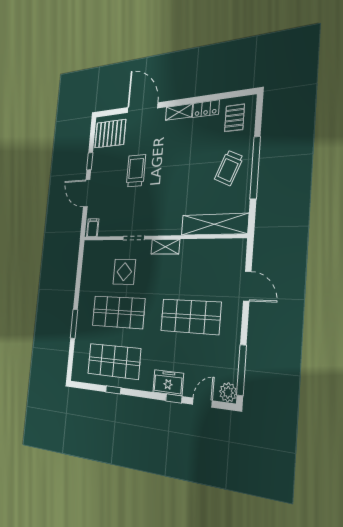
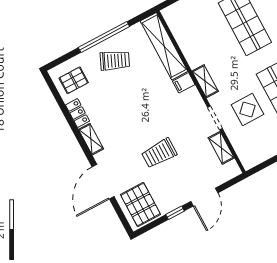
filing cabinet: (93, 228) -> (184, 83), moved
shelving: (111, 230) -> (221, 148), added

